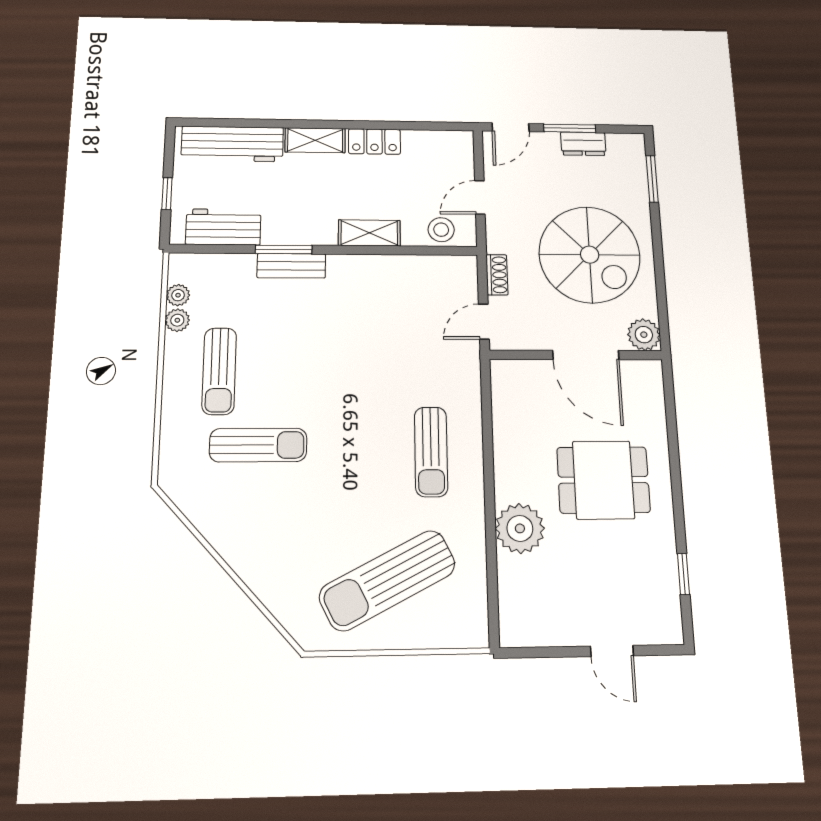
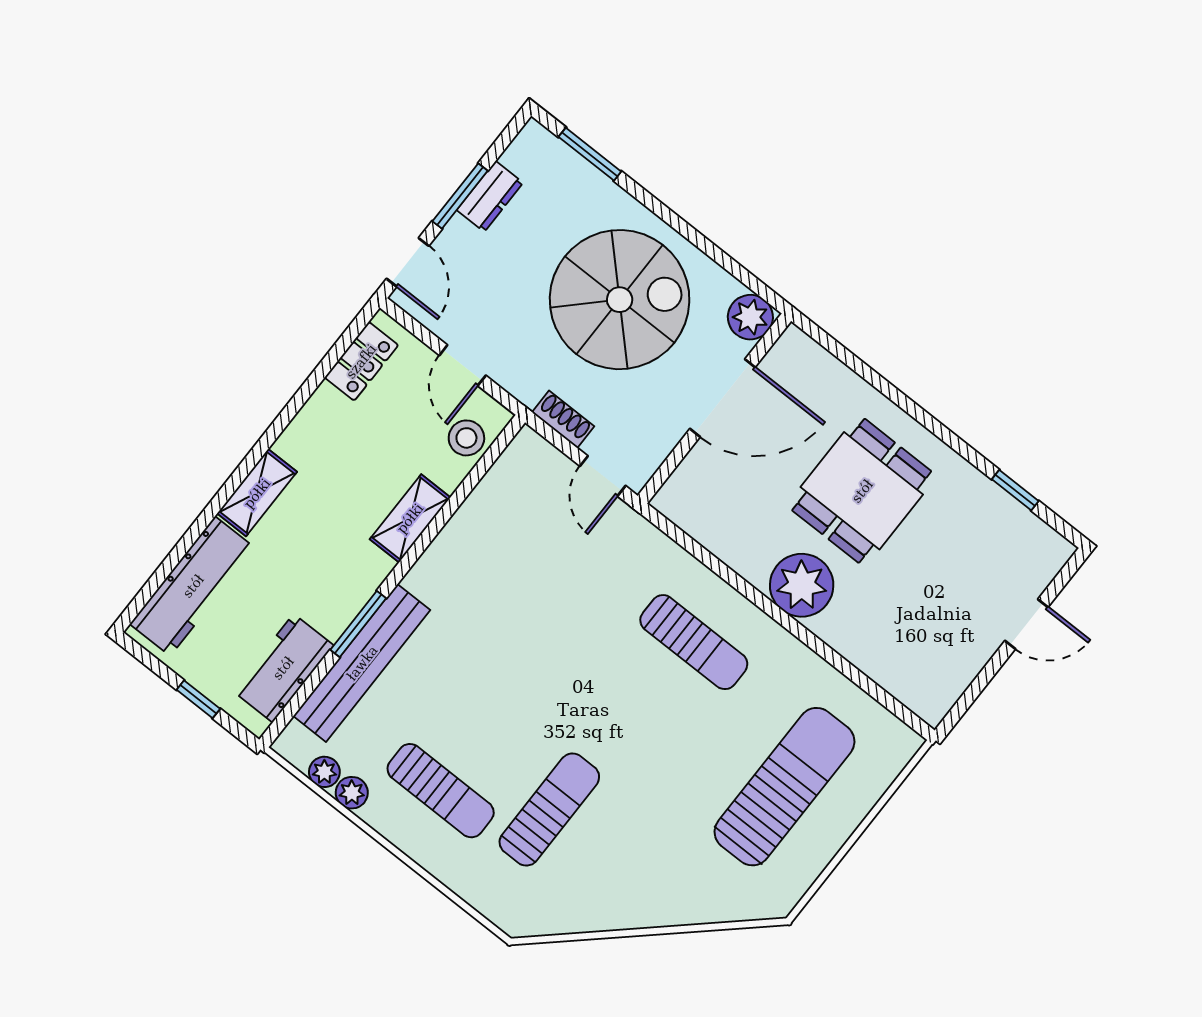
locker: (374, 142) -> (361, 361), moved
bench: (291, 266) -> (362, 663), width x1.86, depth x1.21
plant: (520, 528) -> (802, 585), moved
sun lounger: (387, 580) -> (785, 787), turned -153

